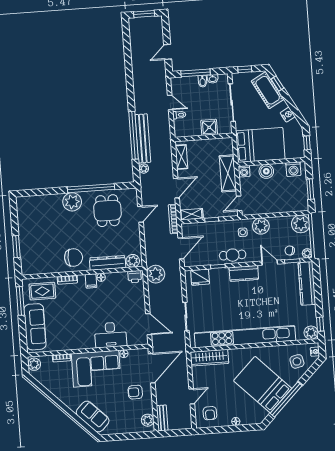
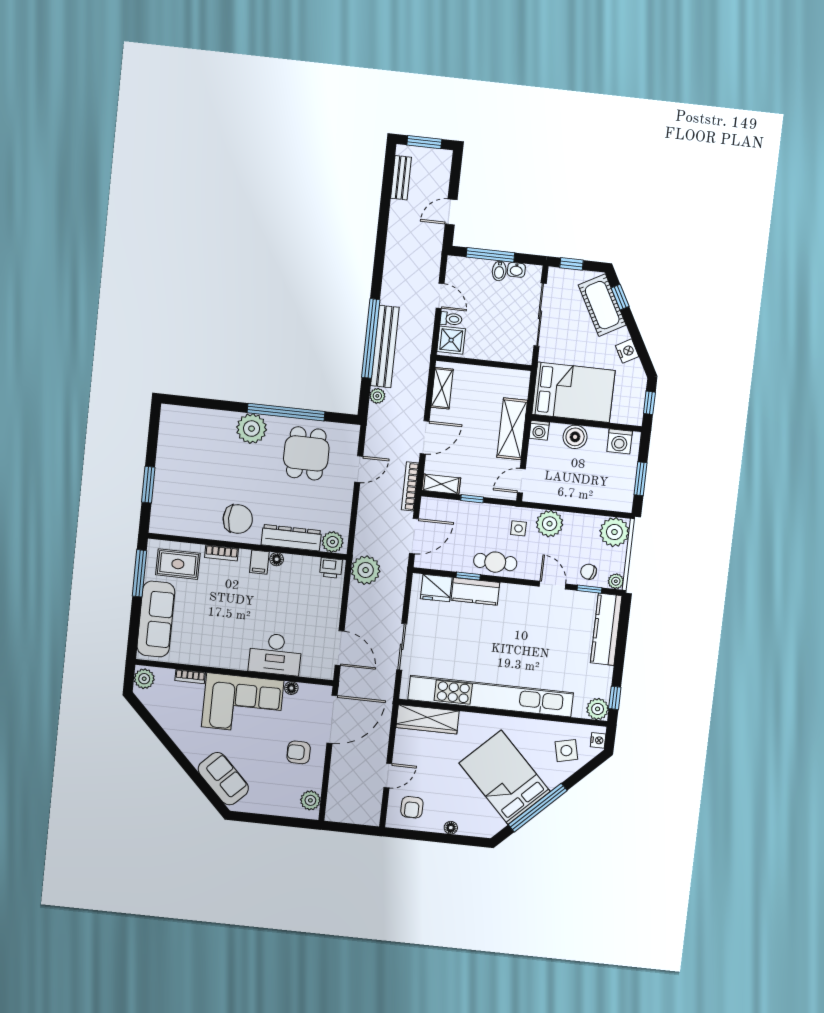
shower: (209, 127) -> (451, 340), moved
kitchen counter: (244, 273) -> (475, 591), moved
bench: (162, 418) -> (401, 178), moved

